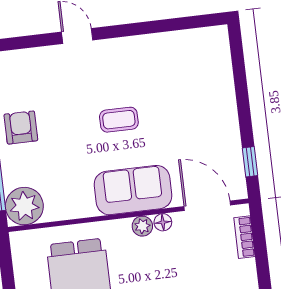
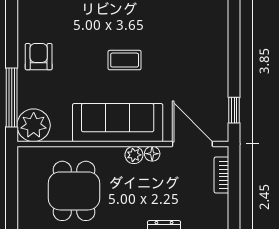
sofa: (133, 190) -> (118, 123), width x1.36

